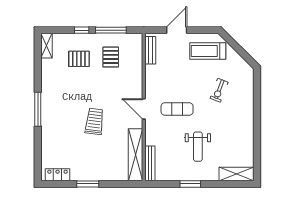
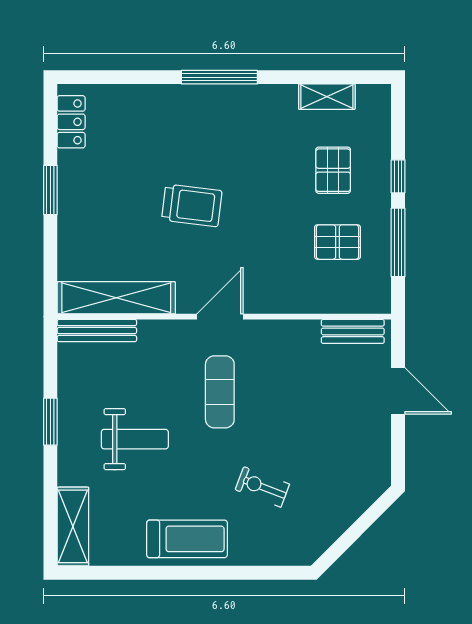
shelving: (46, 46) -> (327, 97), moved
treadmill: (208, 51) -> (187, 539), moved, turned 90
weight bench: (198, 147) -> (135, 439), turned 180

